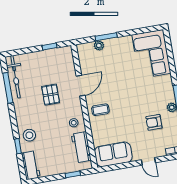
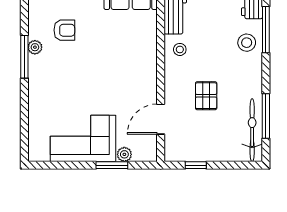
corner sofa: (151, 54) -> (83, 138), moved, turned -90
door: (81, 86) -> (161, 119), moved
coffee table: (100, 110) -> (138, 62), removed
window: (18, 146) -> (266, 30), width x2.17

